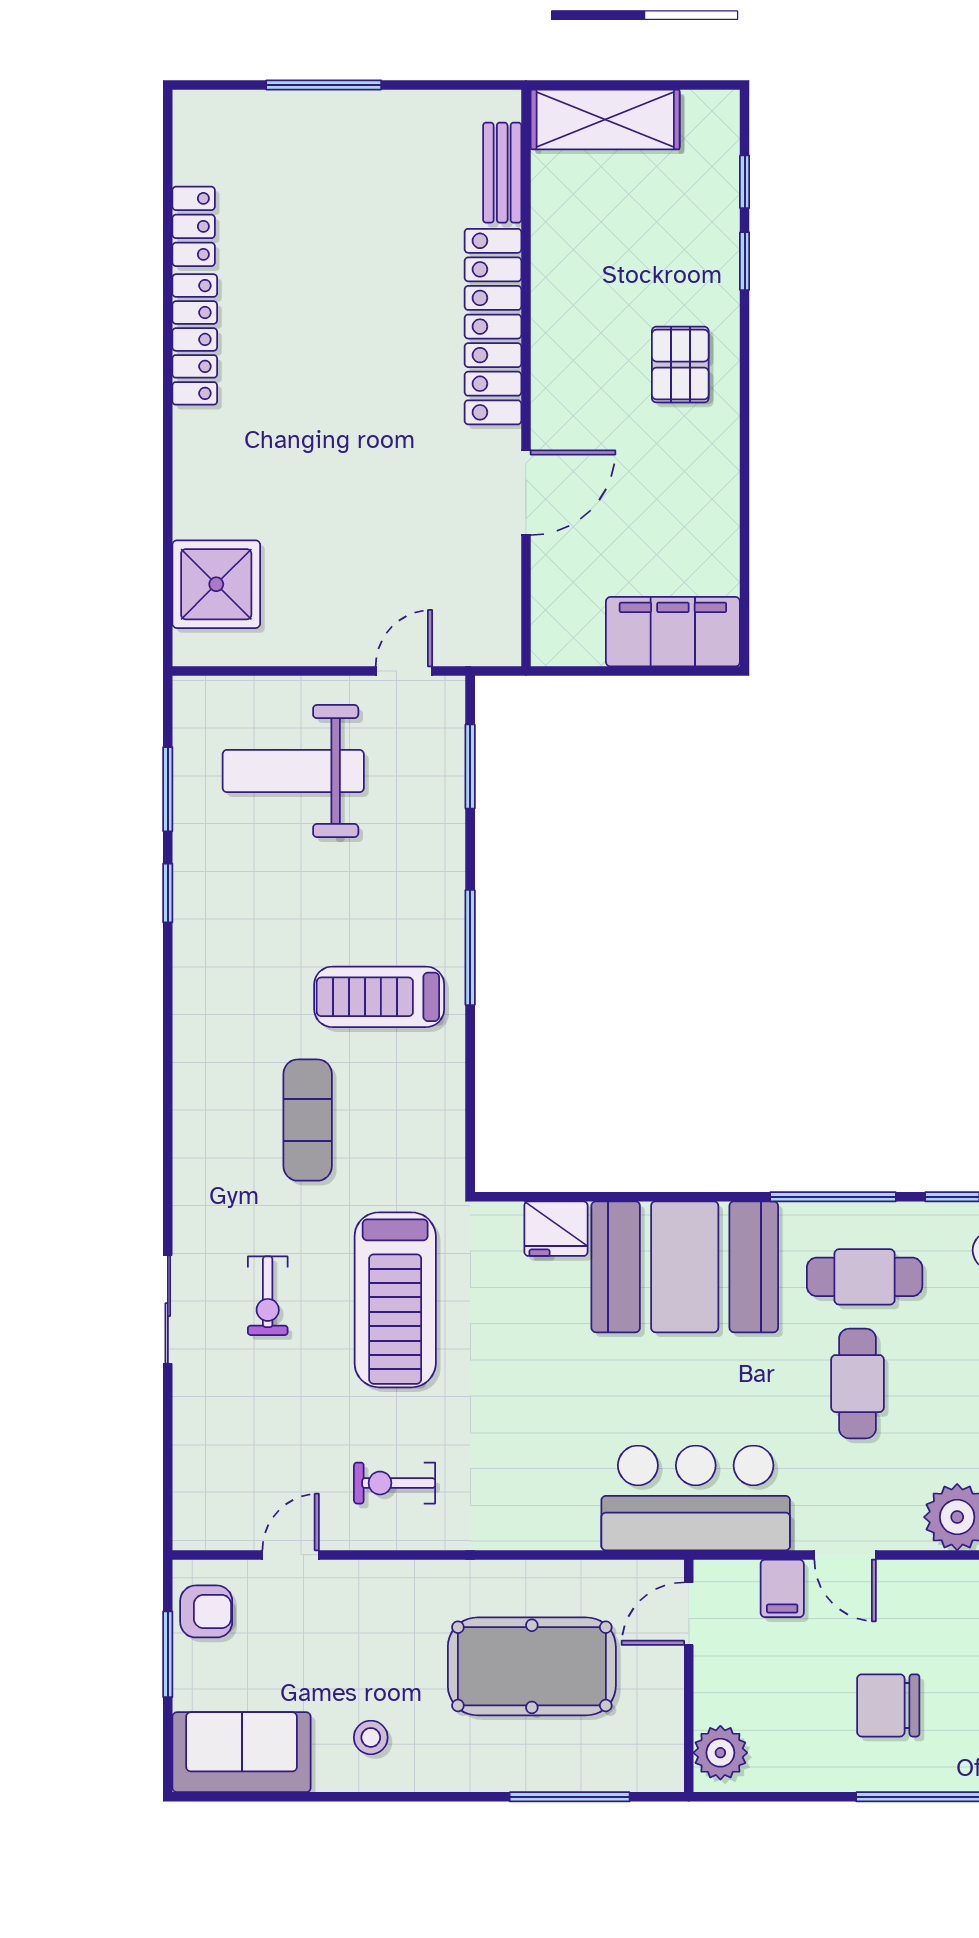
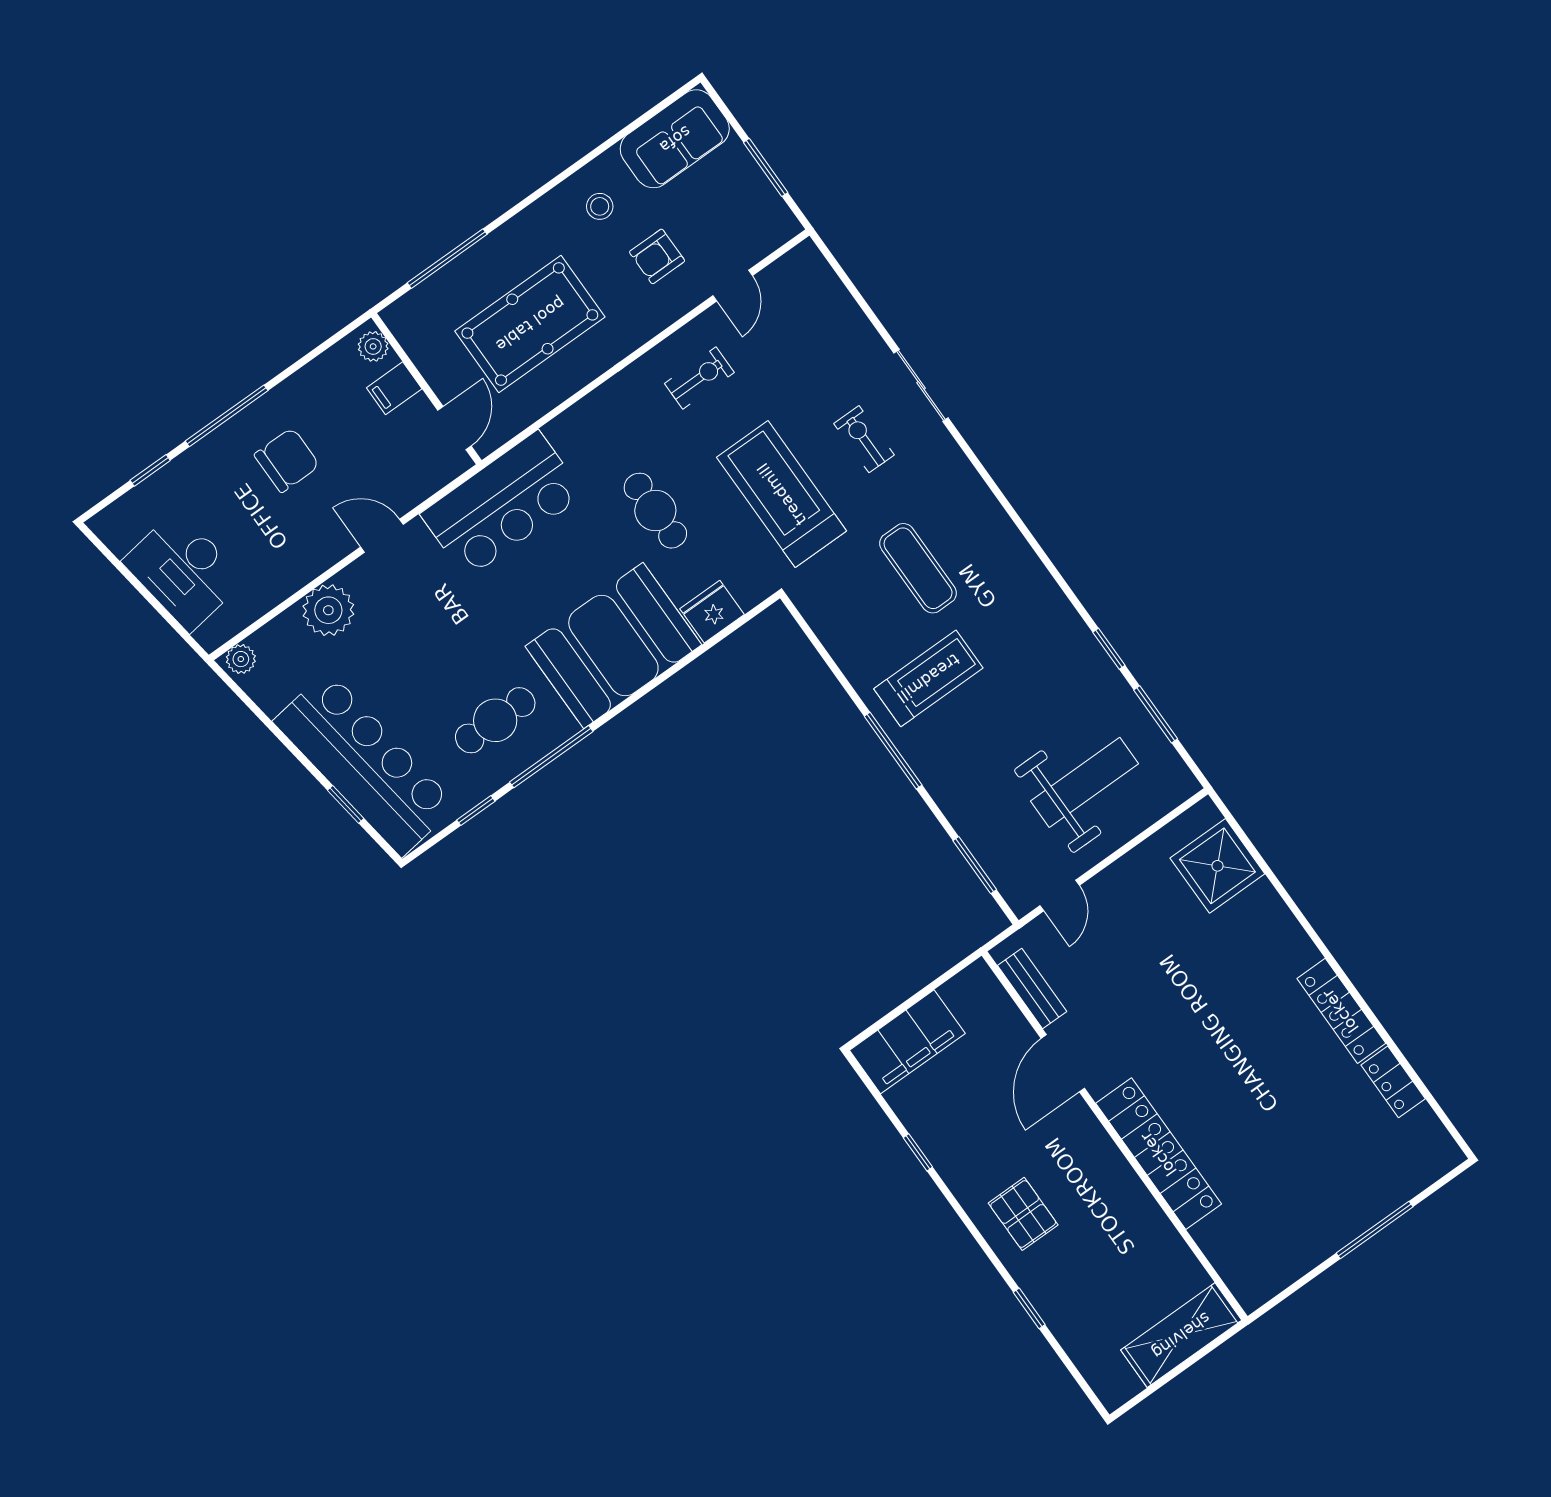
bench: (502, 173) -> (1032, 988), moved
window: (745, 182) -> (918, 1152), moved
cafe table: (857, 1384) -> (655, 511), moved
filing cabinet: (782, 1588) -> (394, 388), moved, turned -90
armchair: (206, 1611) -> (657, 256), moved
plant: (720, 1753) -> (373, 346), width x0.73, depth x0.73

